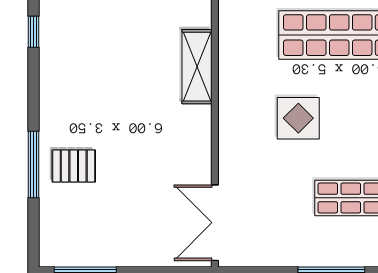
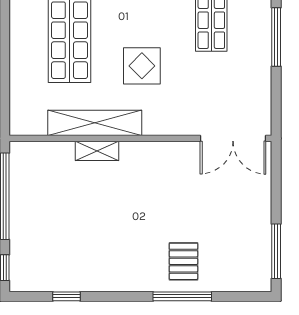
shelving: (233, 64) -> (95, 123), added
shelving: (197, 67) -> (97, 151), width x0.67, depth x0.75

